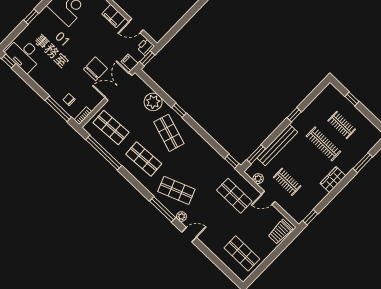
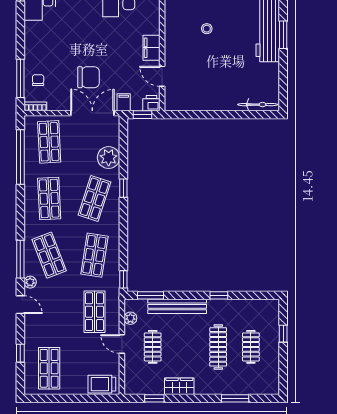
shop shelf: (202, 164) -> (94, 255), added
wardrobe: (333, 180) -> (179, 386), moved
window: (310, 217) -> (154, 398), moved
window: (217, 262) -> (20, 353), added

